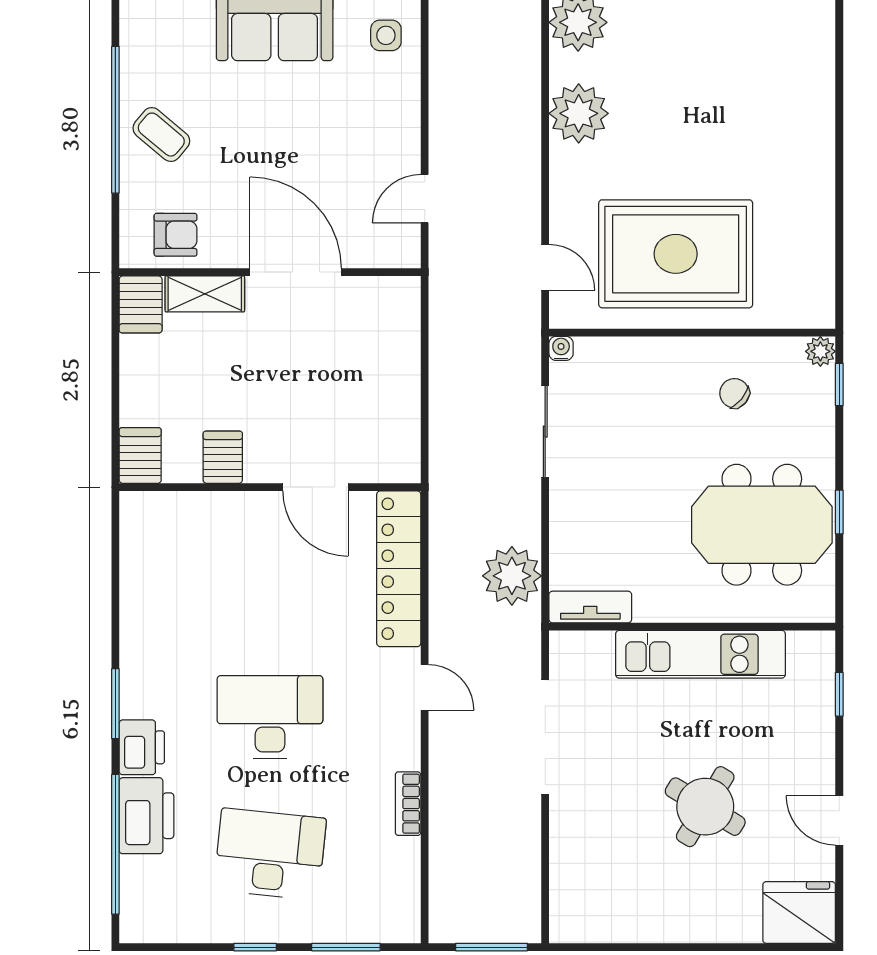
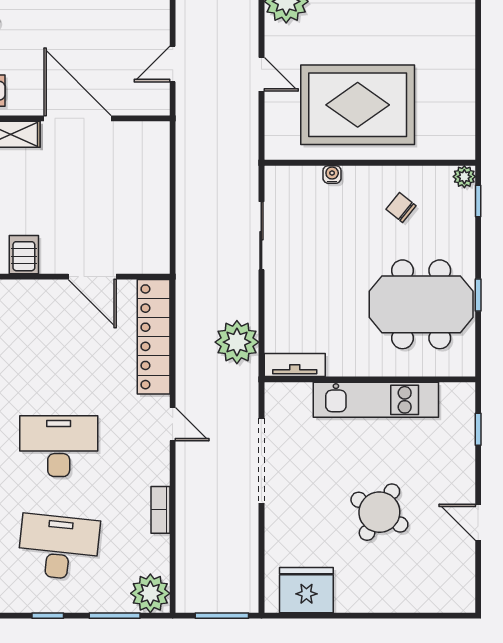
door: (545, 267) -> (261, 74), moved
water cooler: (561, 348) -> (332, 174), moved
fridge: (799, 912) -> (306, 590), moved
plant: (394, 917) -> (150, 593), added

